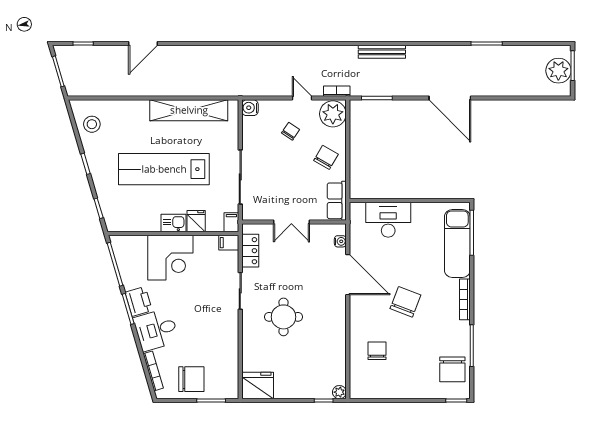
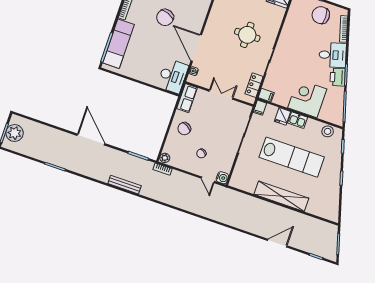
door: (302, 98) -> (208, 180), moved
shelving: (189, 110) -> (281, 196), moved
plant: (333, 114) -> (165, 158), width x0.53, depth x0.53
stool: (92, 124) -> (328, 131), moved
desk: (388, 220) -> (173, 76), moved, turned -90

